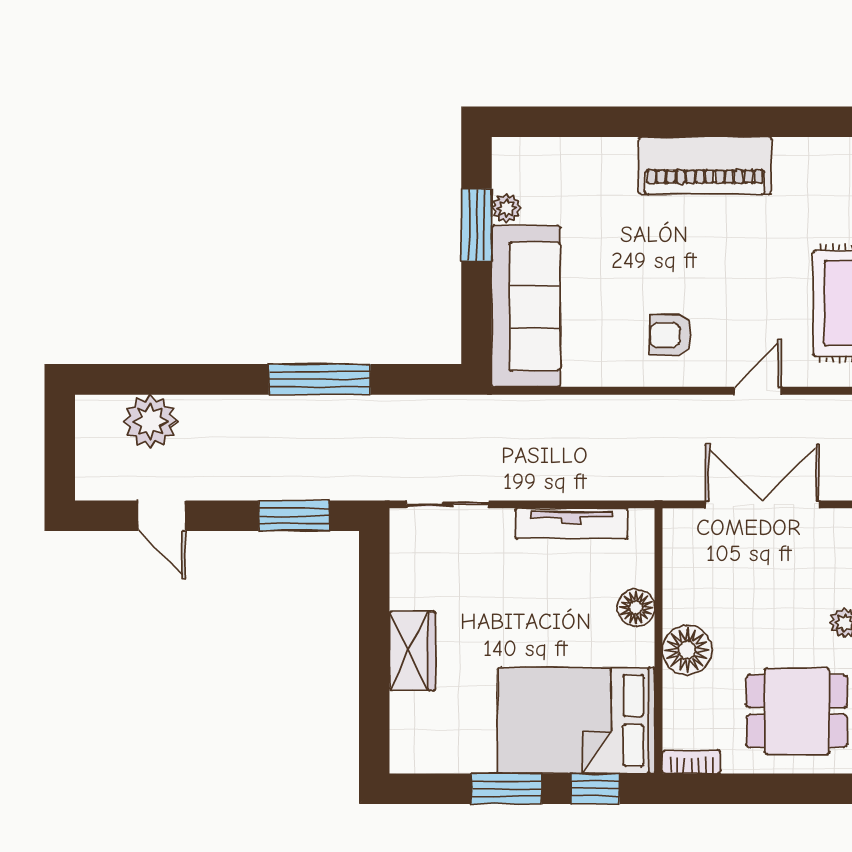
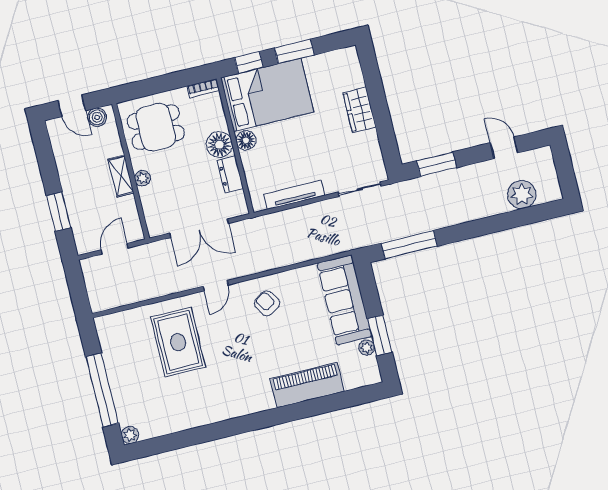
piano: (705, 166) -> (307, 385), moved
armchair: (671, 335) -> (267, 303), turned -121
window: (320, 379) -> (409, 245), moved
dresser: (680, 590) -> (230, 174), added
floor lamp: (636, 608) -> (246, 140), moved

